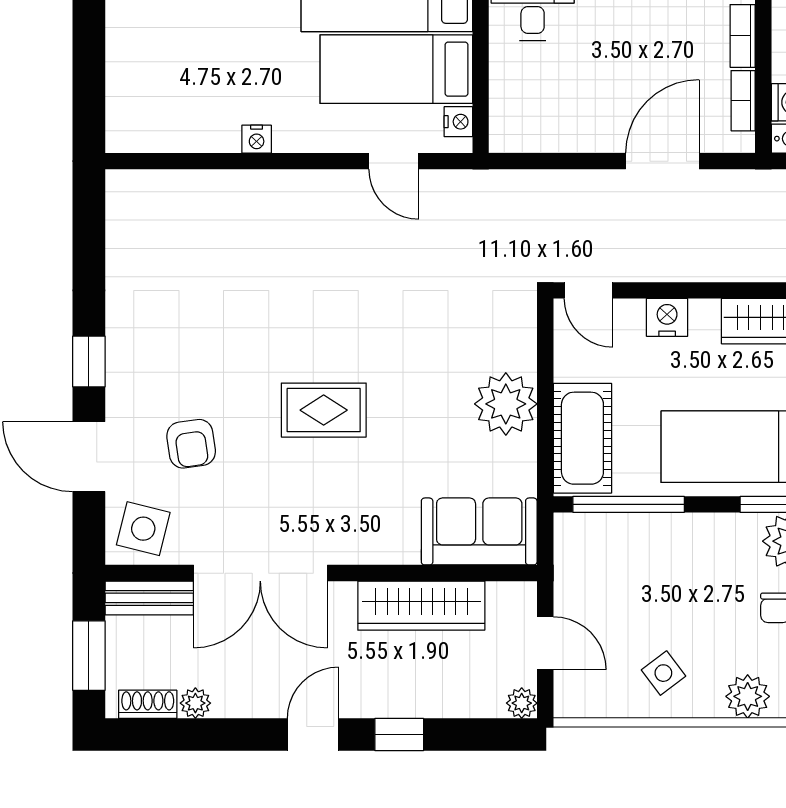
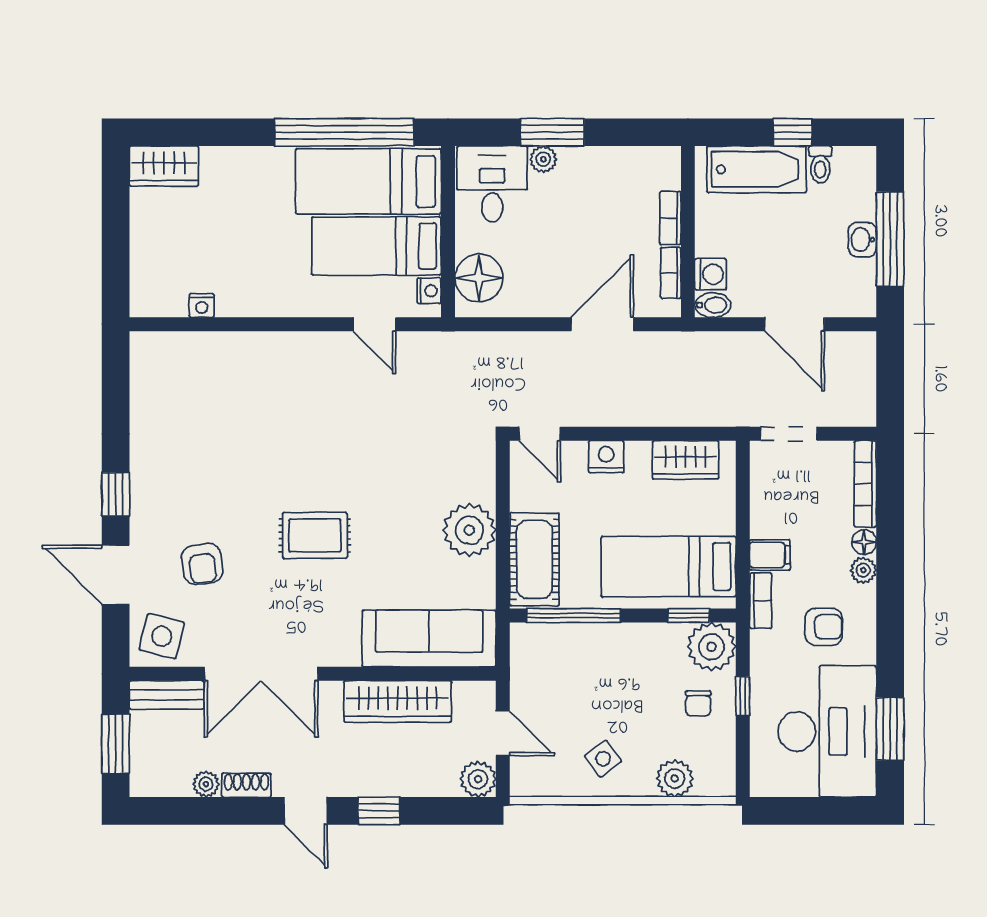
floor lamp: (517, 107) -> (479, 278), added
nightstand: (257, 139) -> (202, 306), moved
sofa: (479, 531) -> (429, 638), width x1.36
plant: (522, 703) -> (478, 779), width x1.38, depth x1.38
shoe rack: (148, 704) -> (246, 785), moved
door: (313, 735) -> (306, 811), swing flipped

